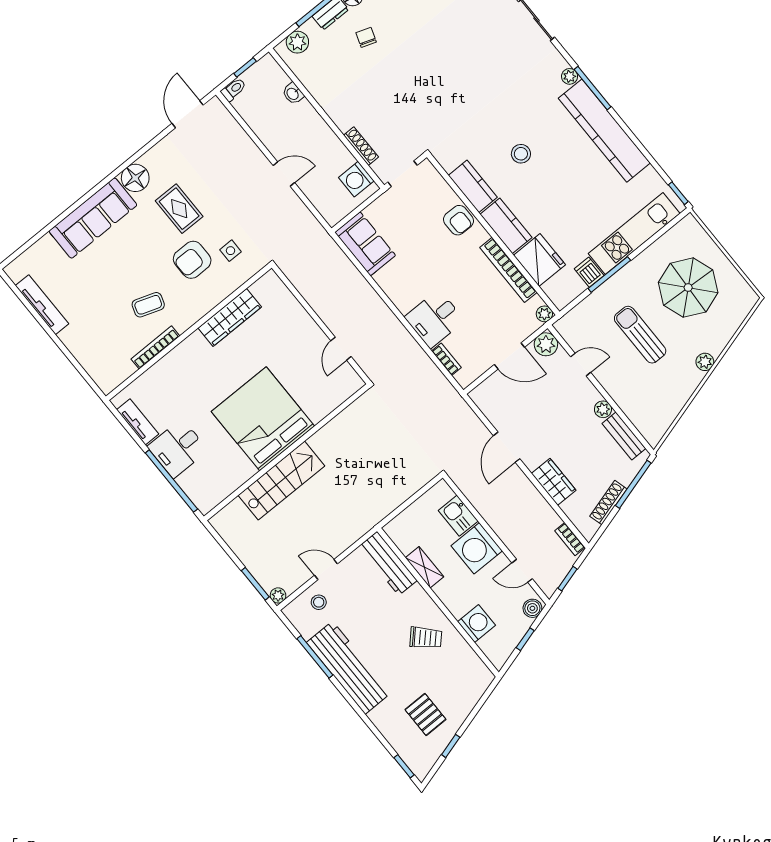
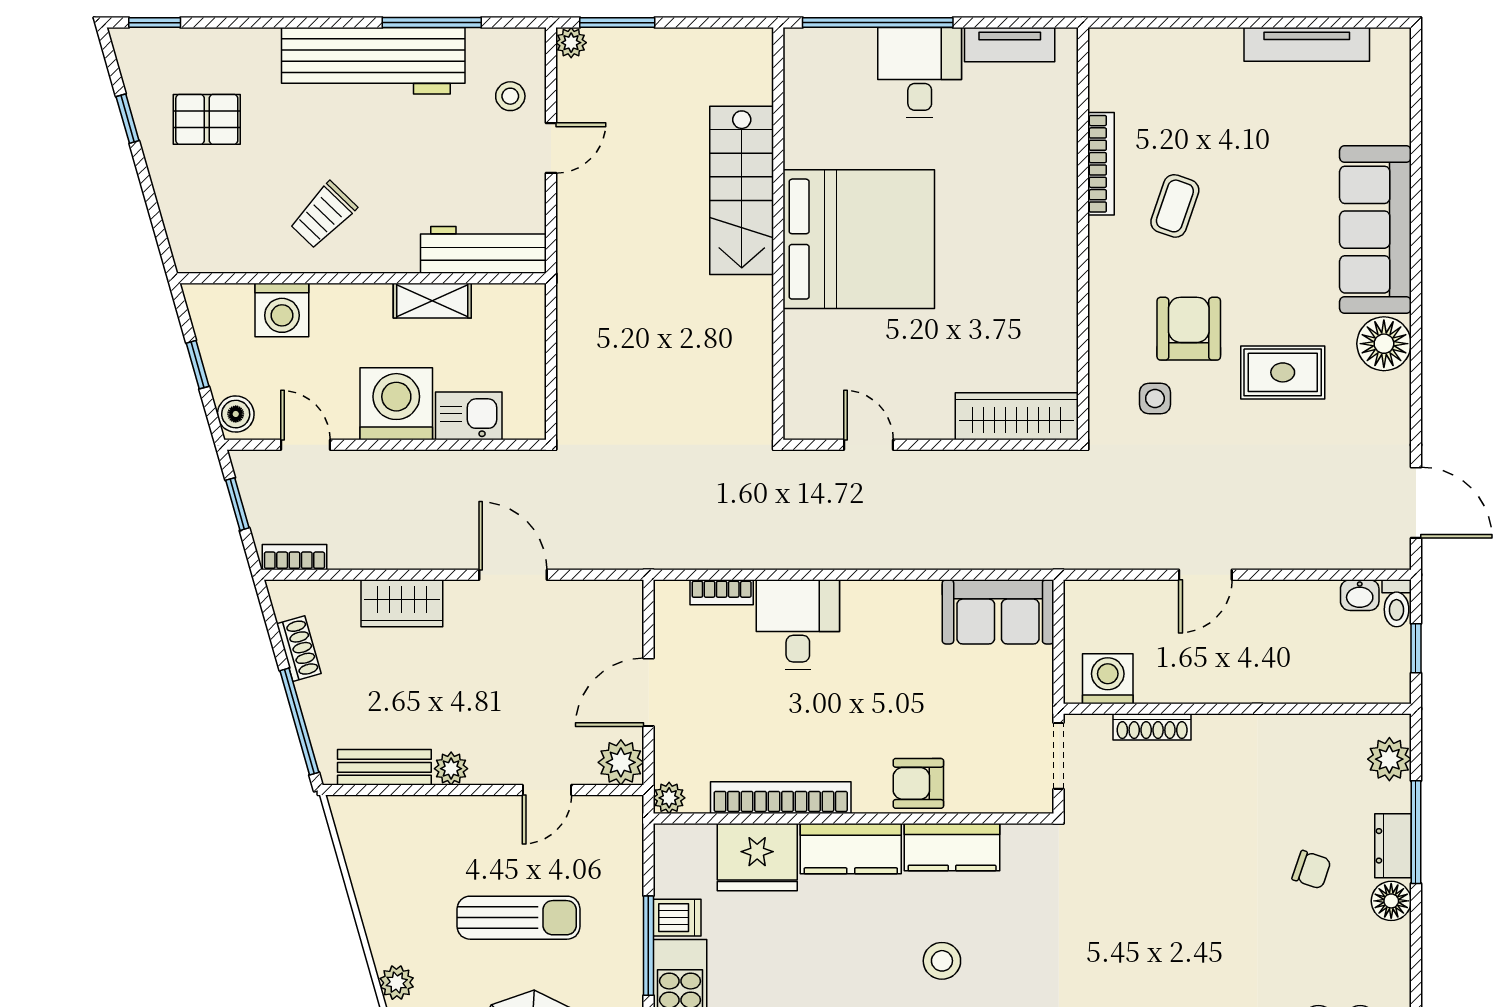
washbasin: (293, 94) -> (1360, 595), moved, turned 180
wardrobe: (230, 317) -> (1017, 416), moved, turned 90
shoe rack: (608, 503) -> (299, 649), width x0.70
door: (522, 571) -> (305, 445), hinge flipped

